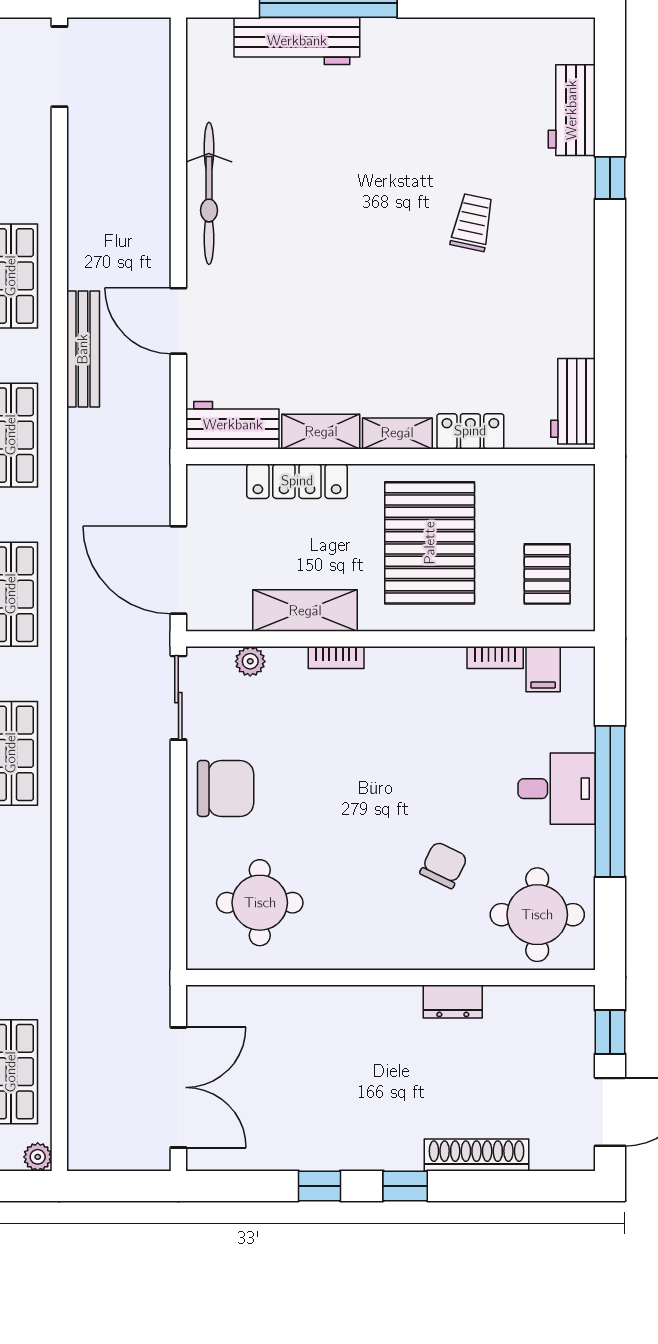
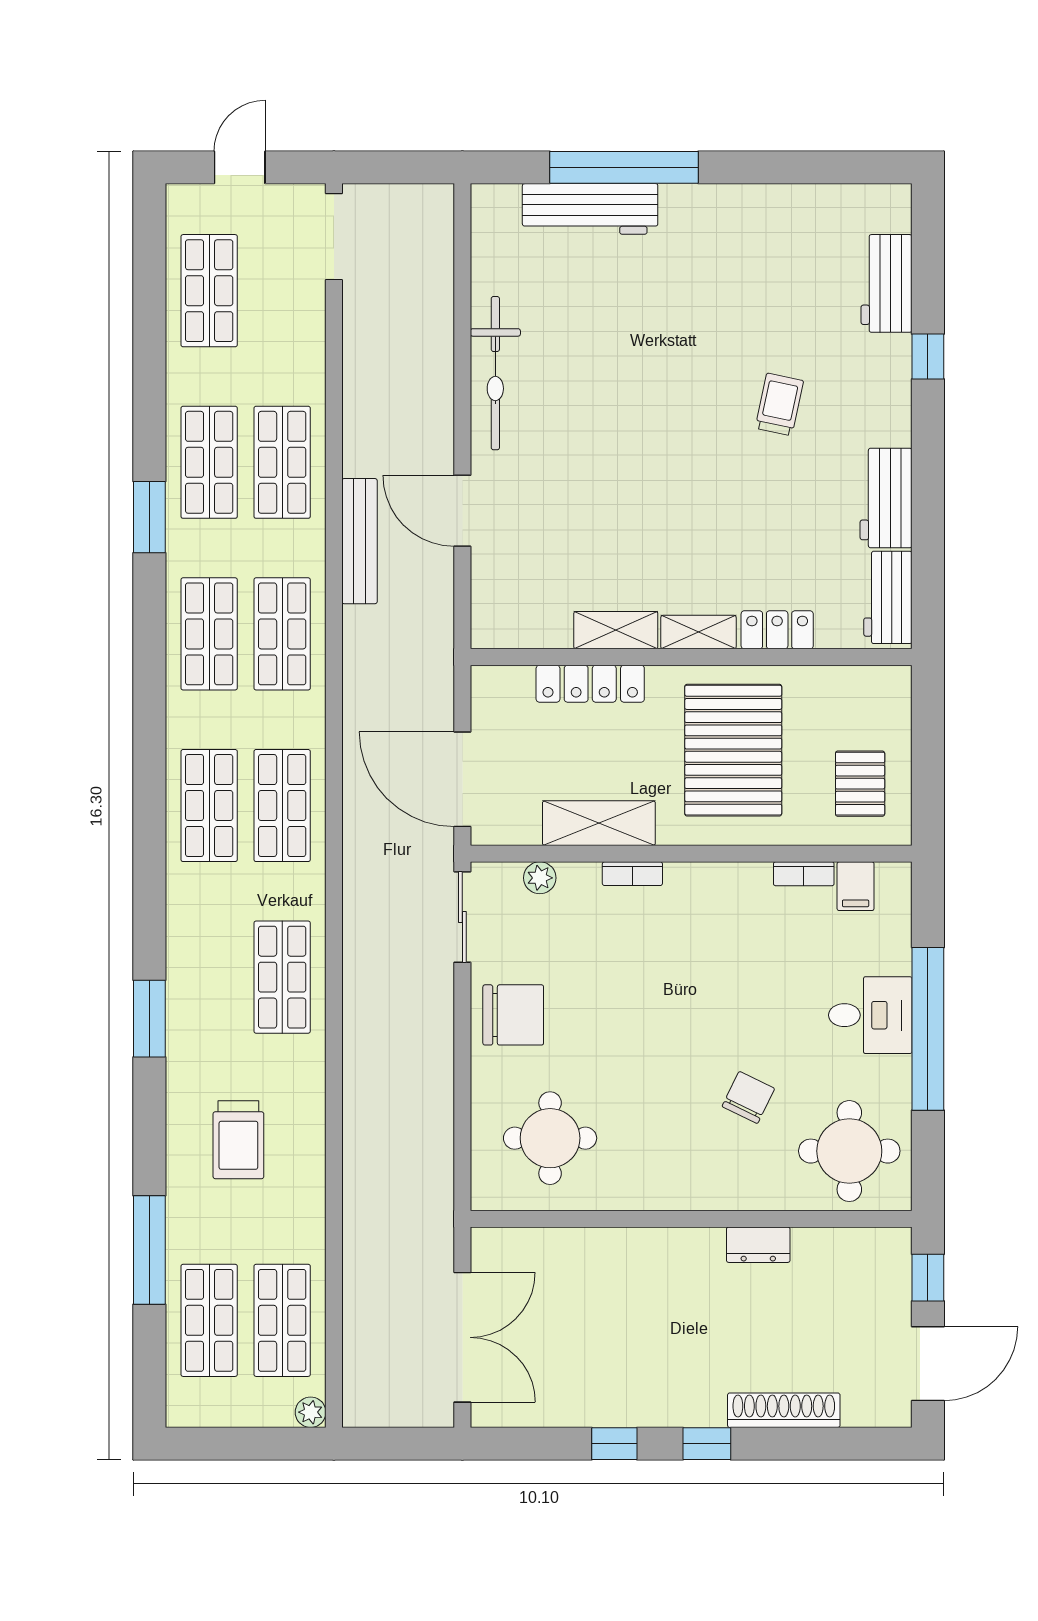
workbench: (233, 425) -> (886, 498), moved, turned -90

